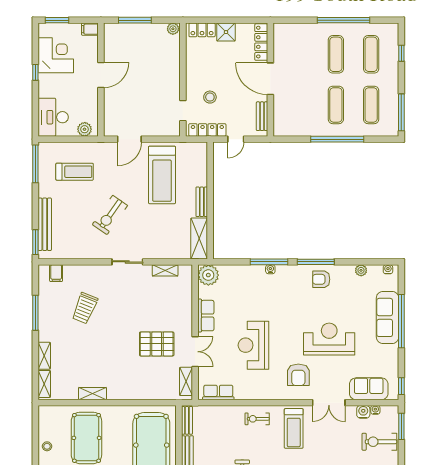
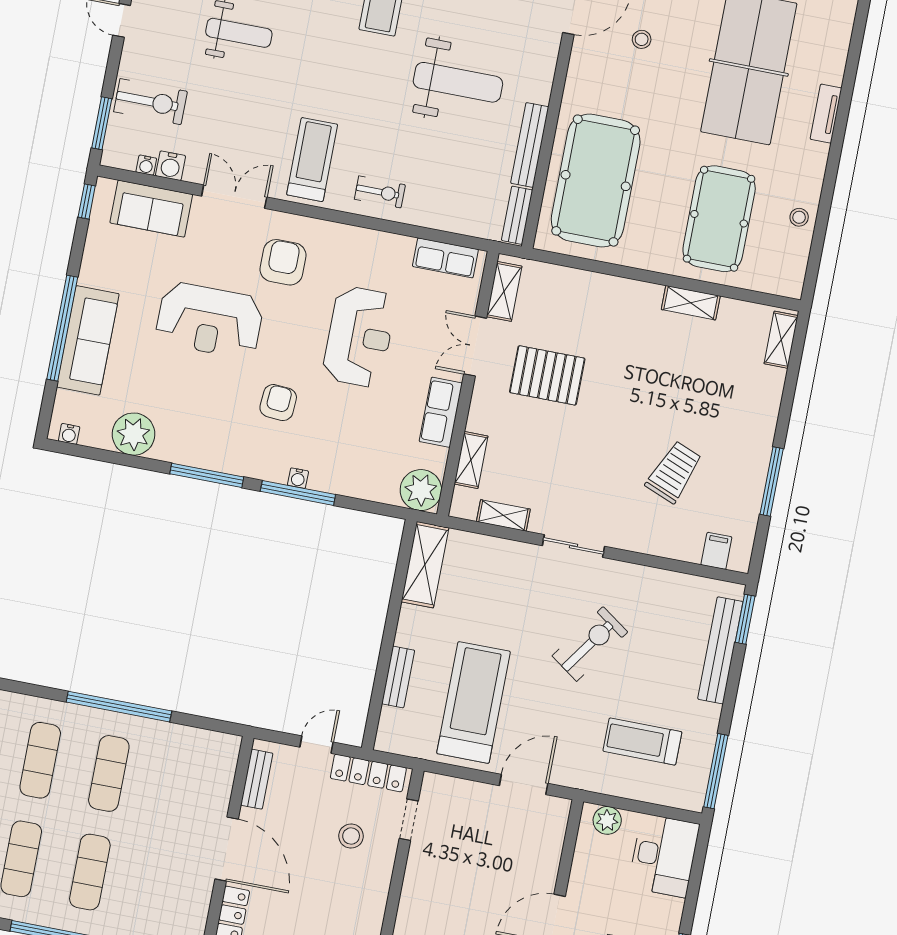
bench: (202, 202) -> (398, 677), moved
plant: (361, 270) -> (133, 434), width x1.87, depth x1.87
armchair: (321, 279) -> (278, 403), moved, turned -86
shelving: (44, 356) -> (471, 460), moved

